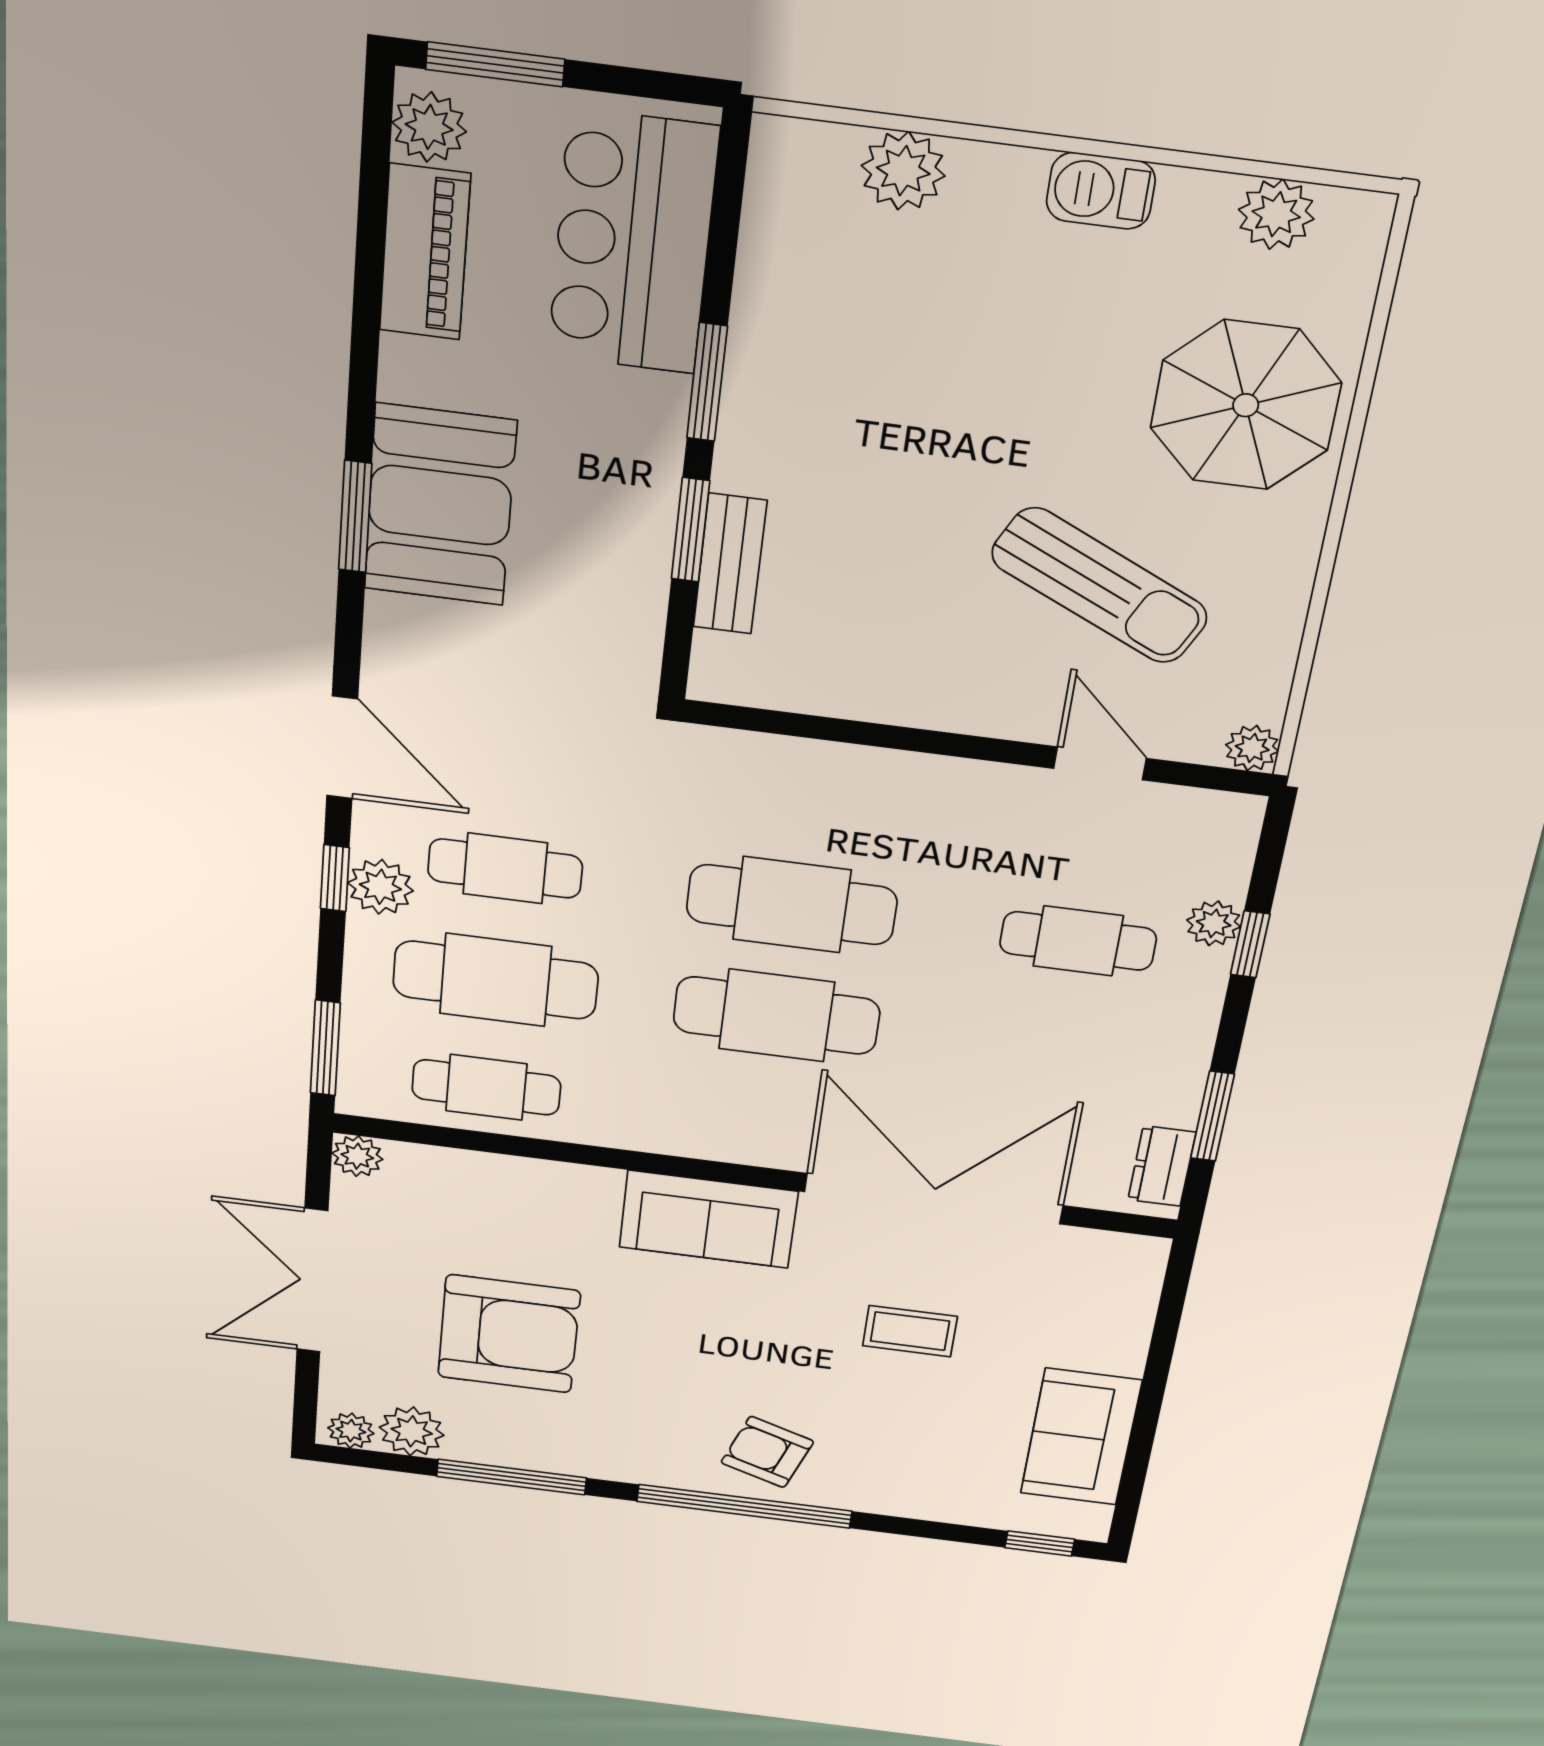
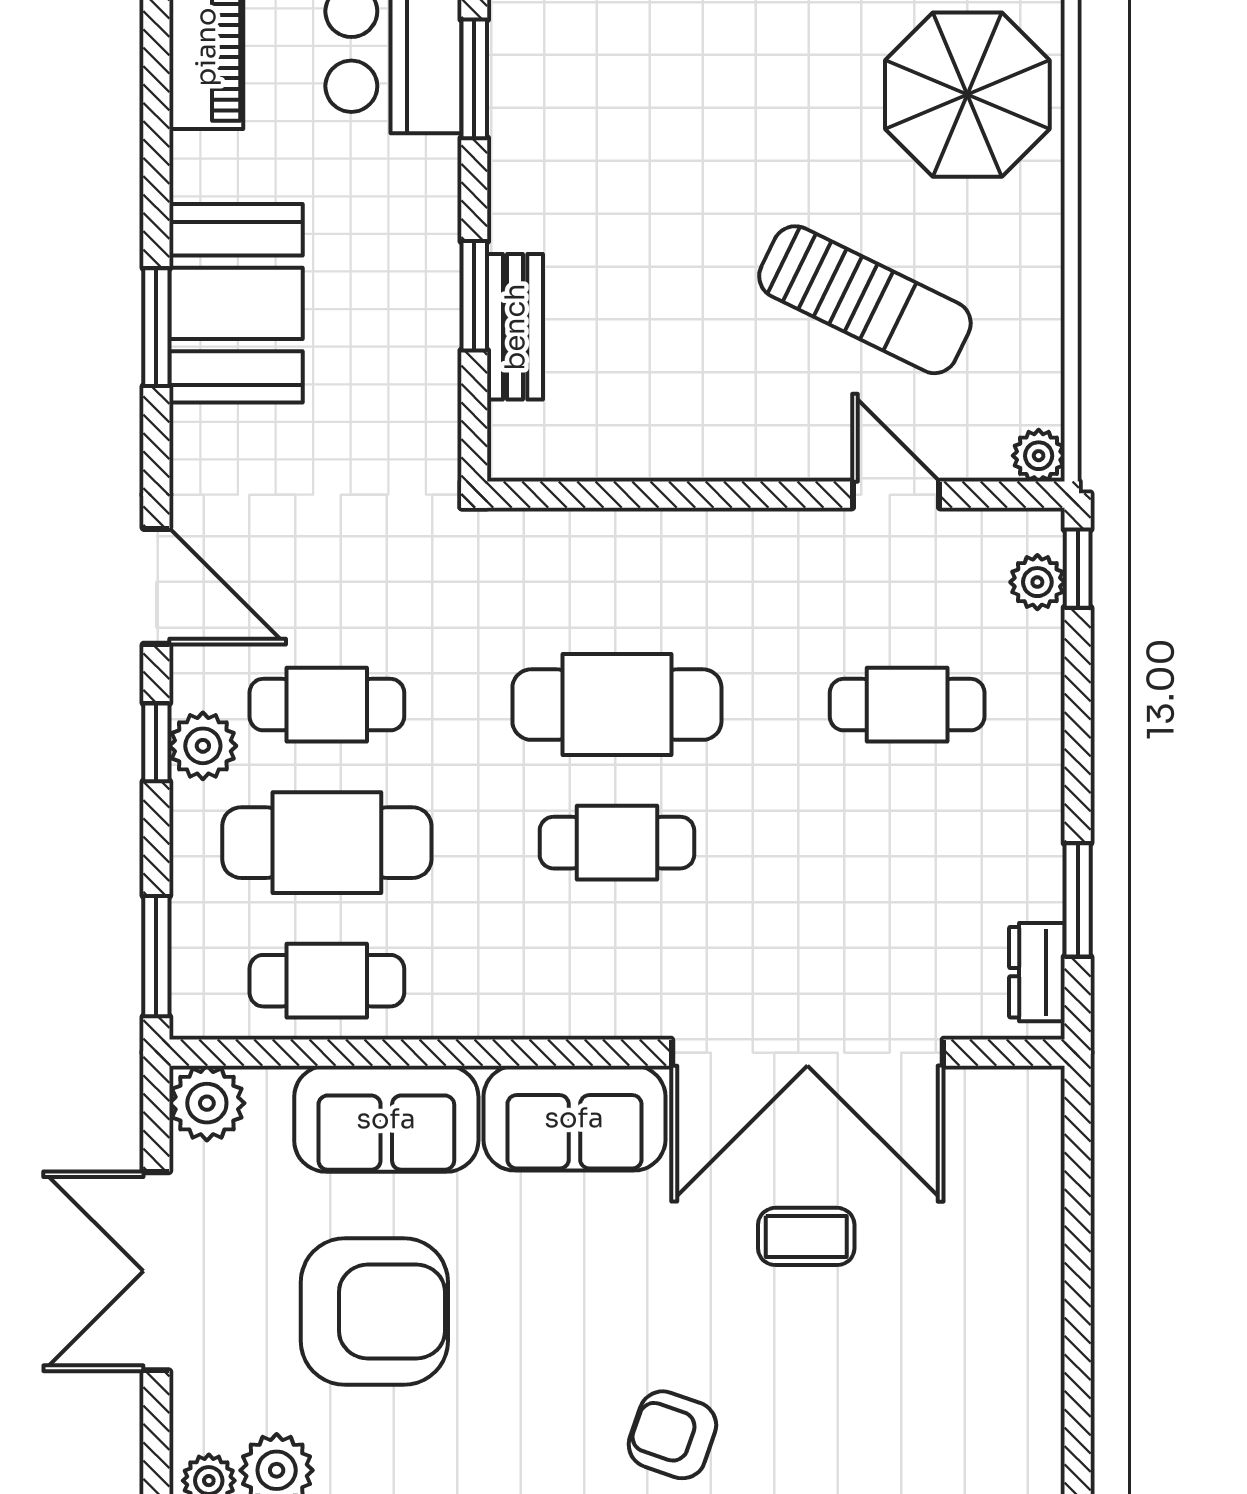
window: (707, 382) -> (474, 79), moved
plant: (1214, 923) -> (1037, 582), moved
window: (1250, 944) -> (1078, 569), moved
cafe table: (777, 1016) -> (617, 843), width x0.73, depth x0.74
plant: (357, 1156) -> (207, 1103), width x1.38, depth x1.38
double door: (934, 1199) -> (807, 1053), swing flipped
sofa: (1081, 1437) -> (386, 1119), moved, turned -90

